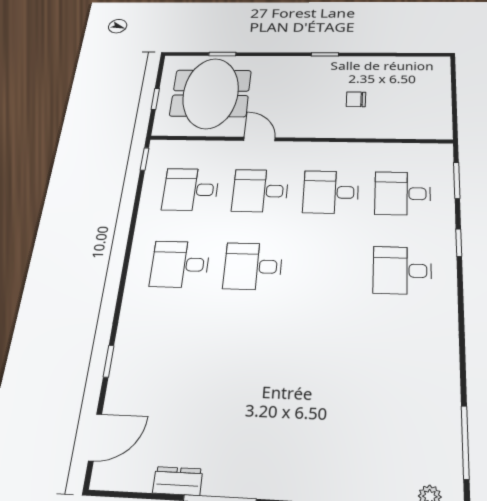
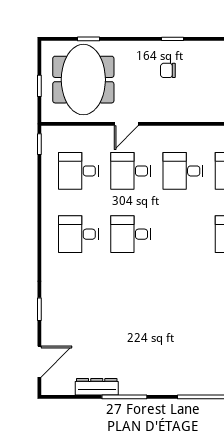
chair: (356, 99) -> (168, 70), moved
door: (259, 139) -> (126, 124), swing flipped
dresser: (178, 481) -> (97, 387), width x1.44

